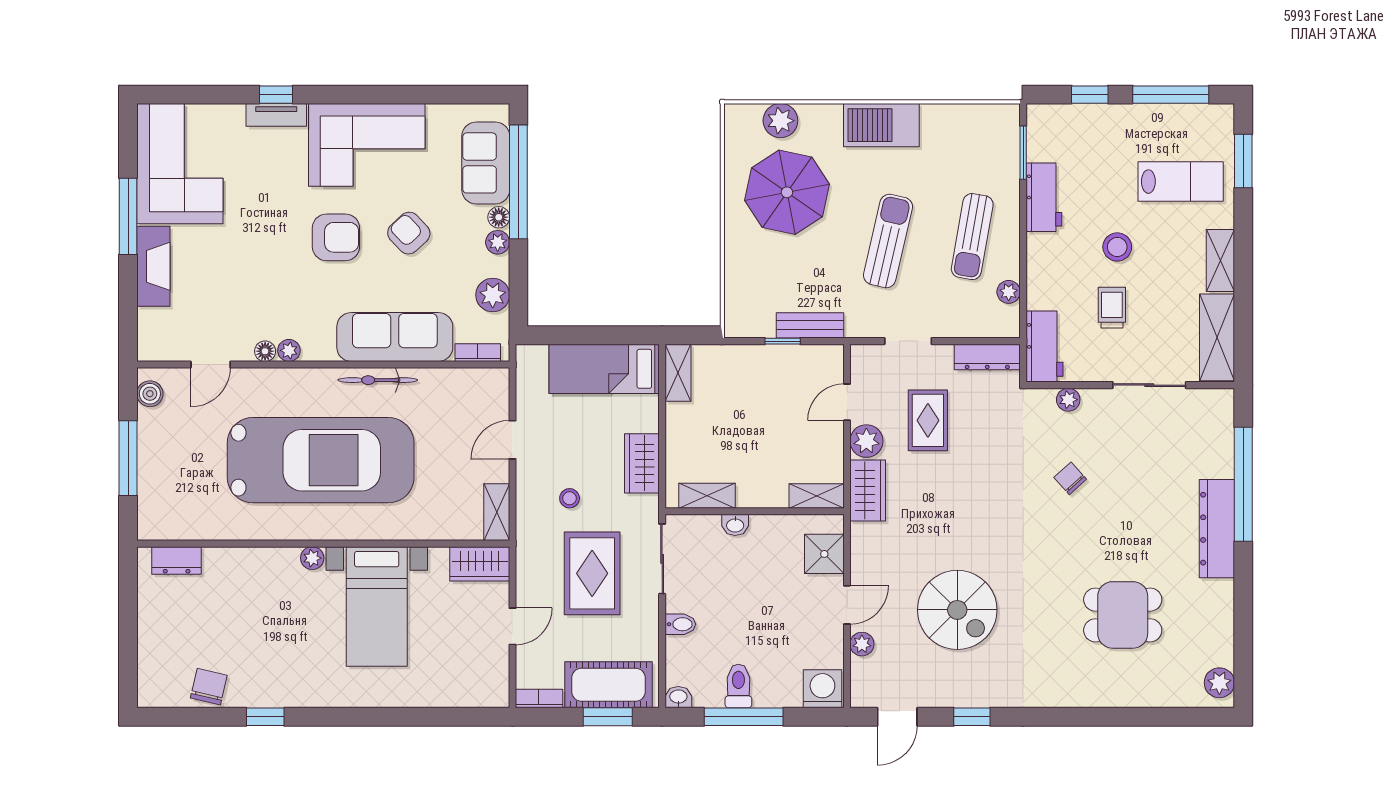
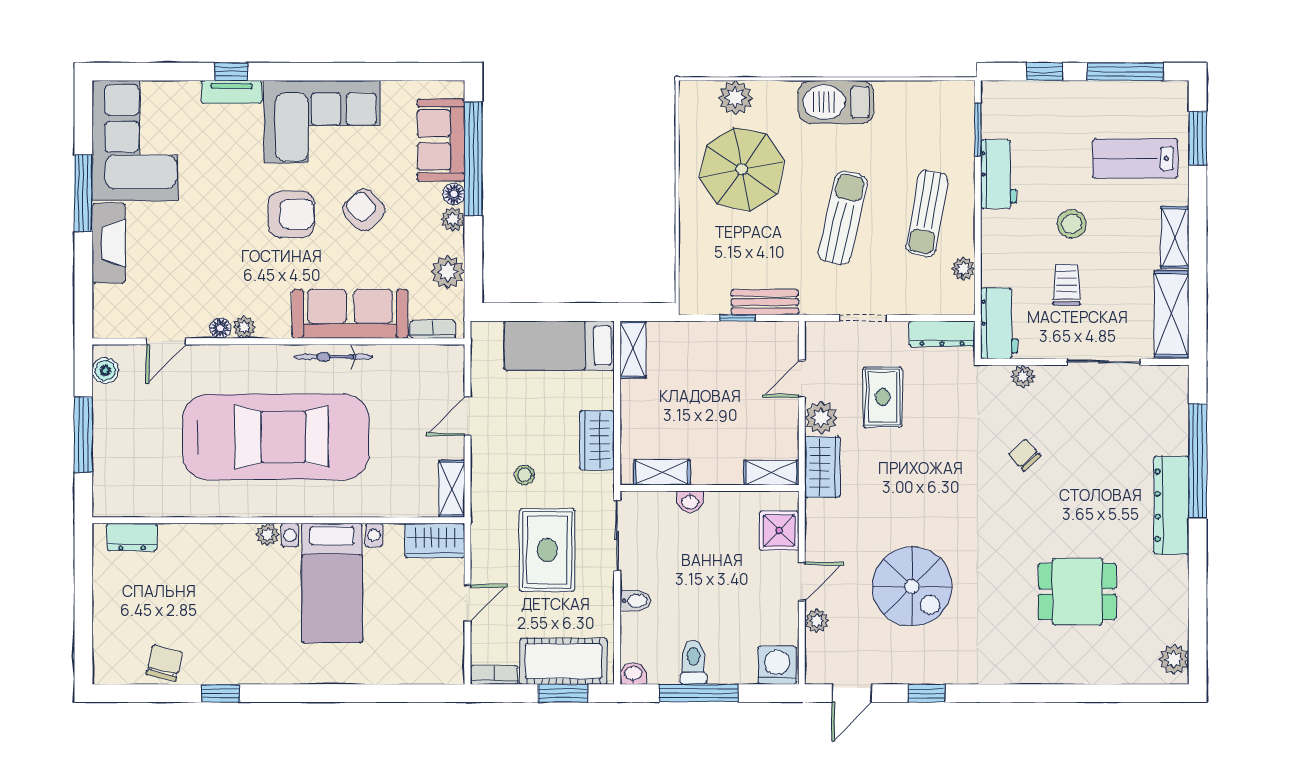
lab bench: (1181, 182) -> (1135, 158), turned 180

